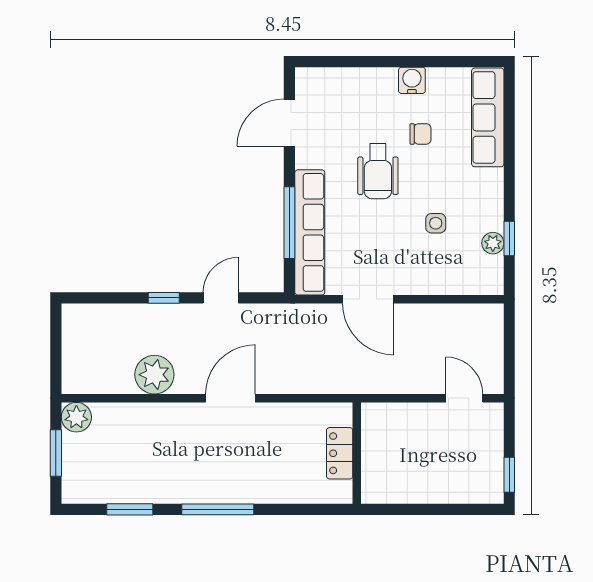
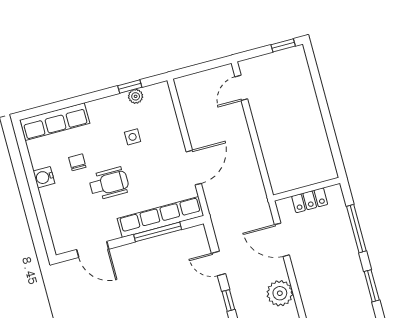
locker: (340, 453) -> (310, 200), moved
wall: (357, 453) -> (307, 189), moved

